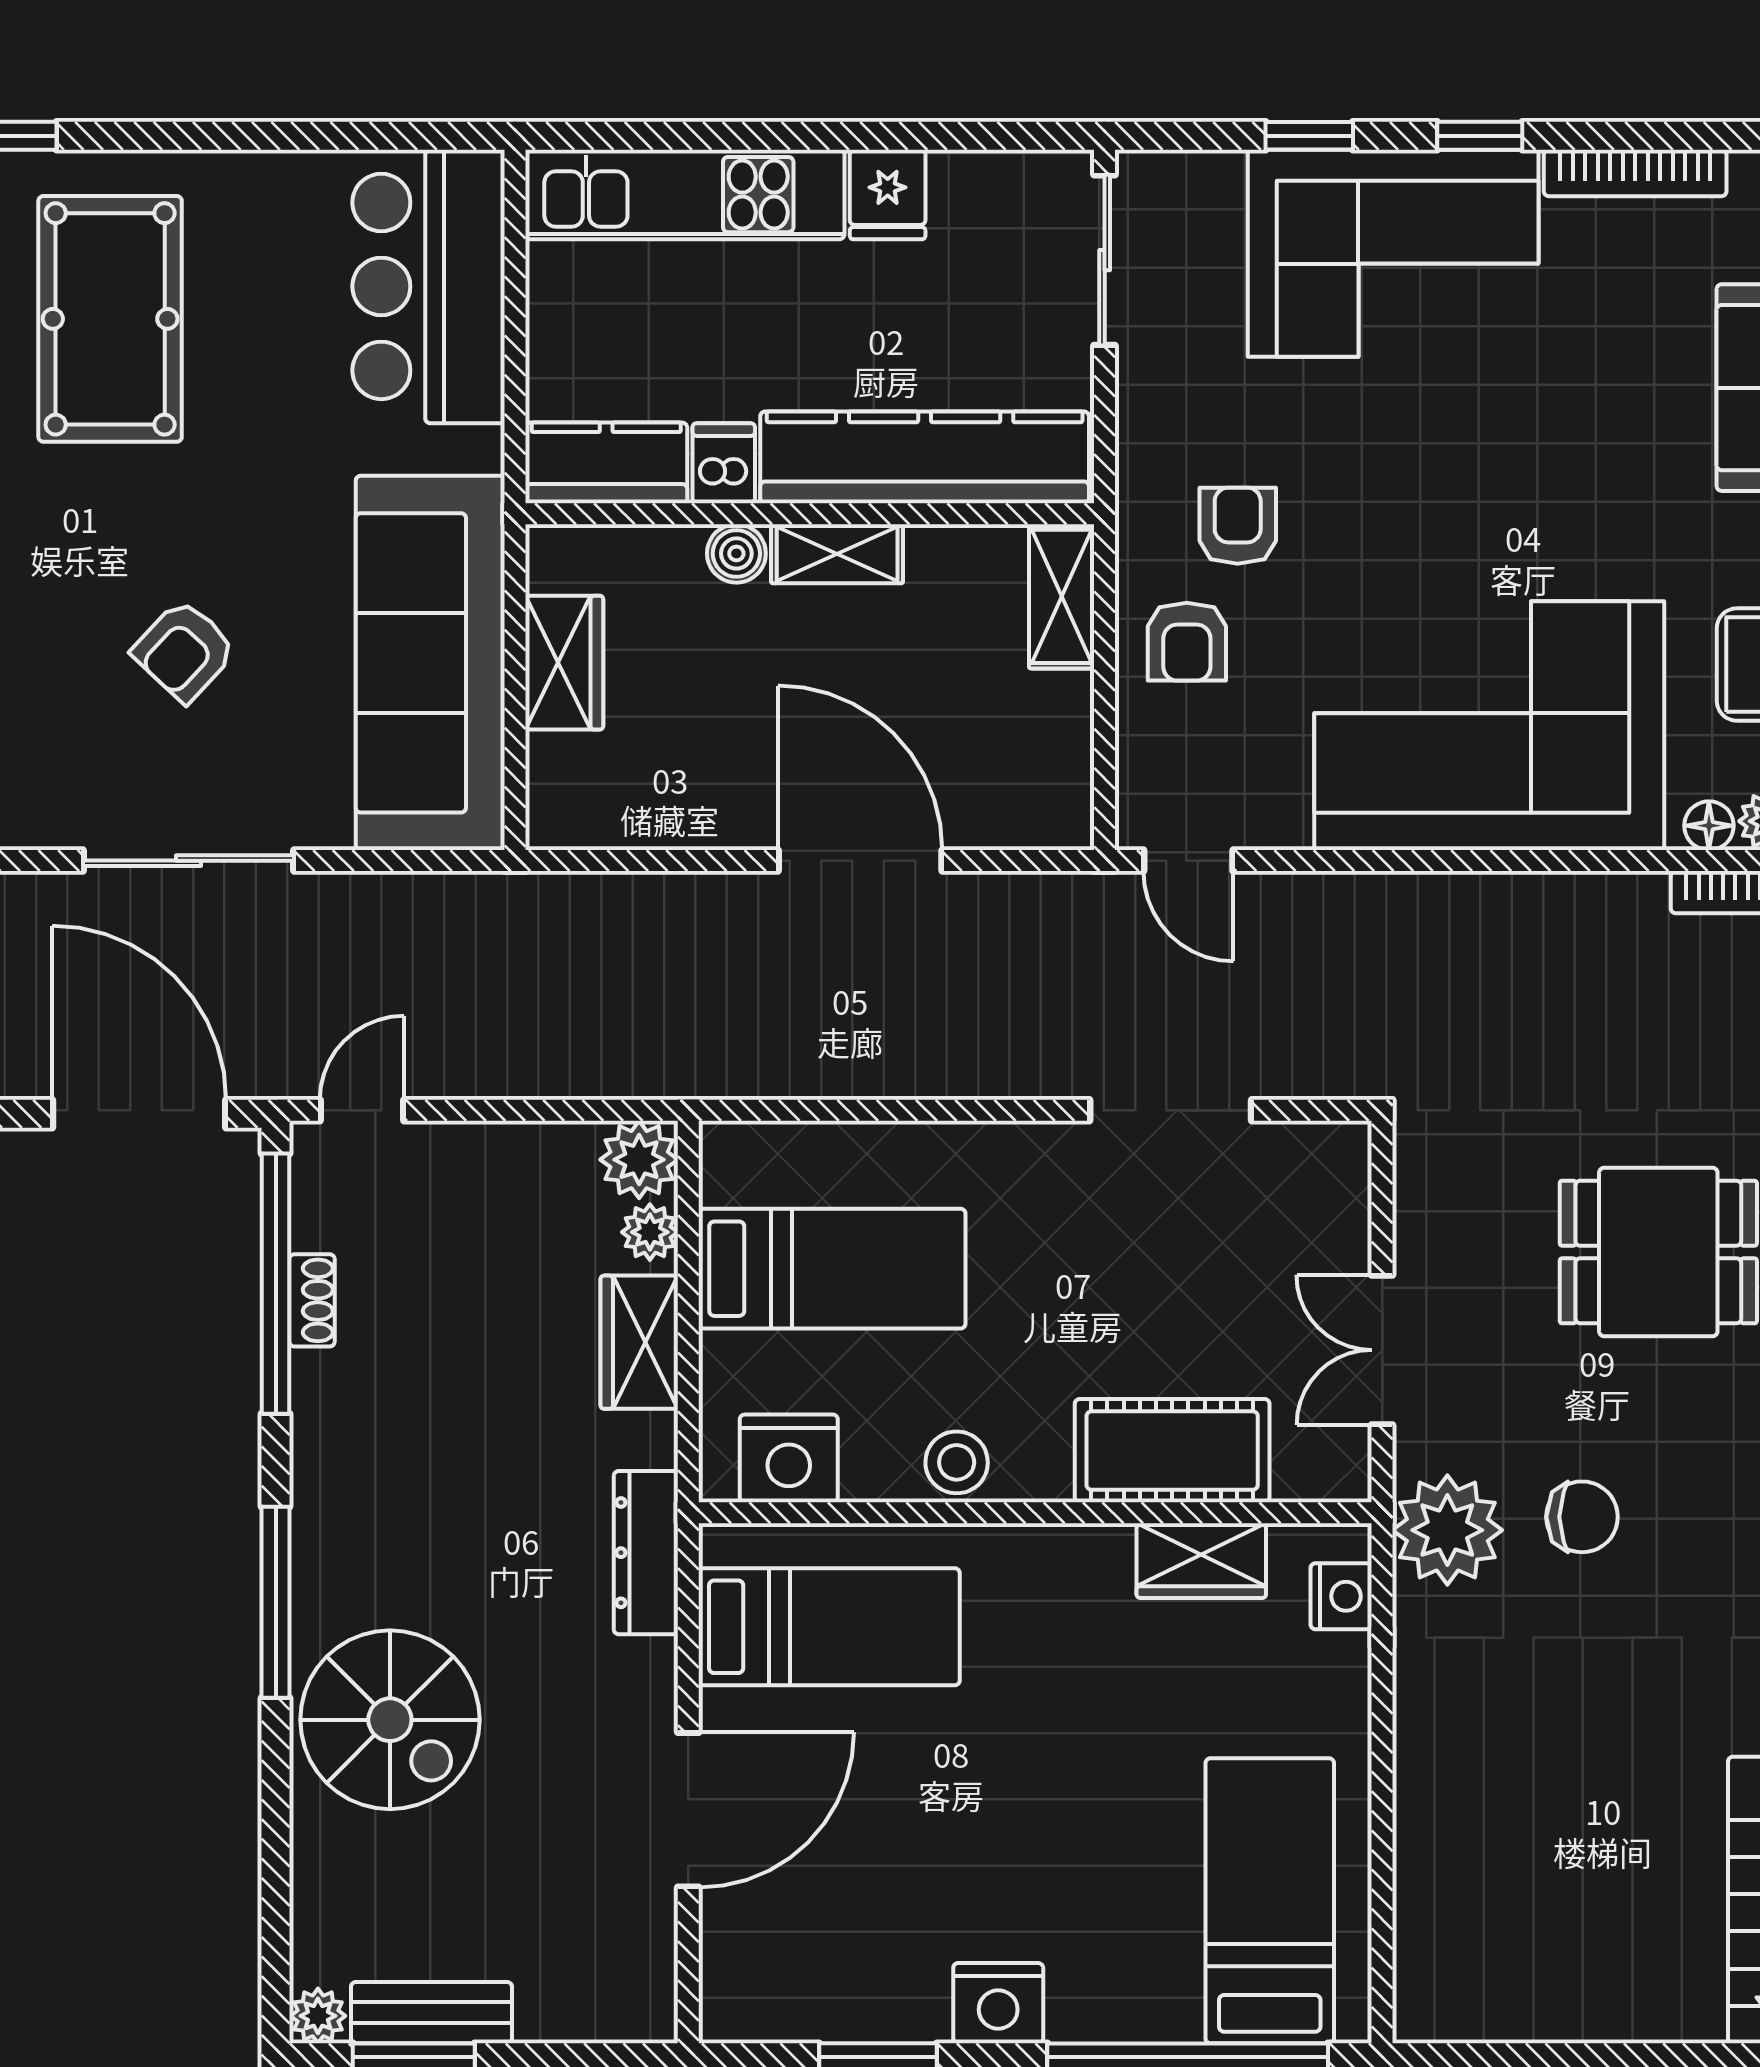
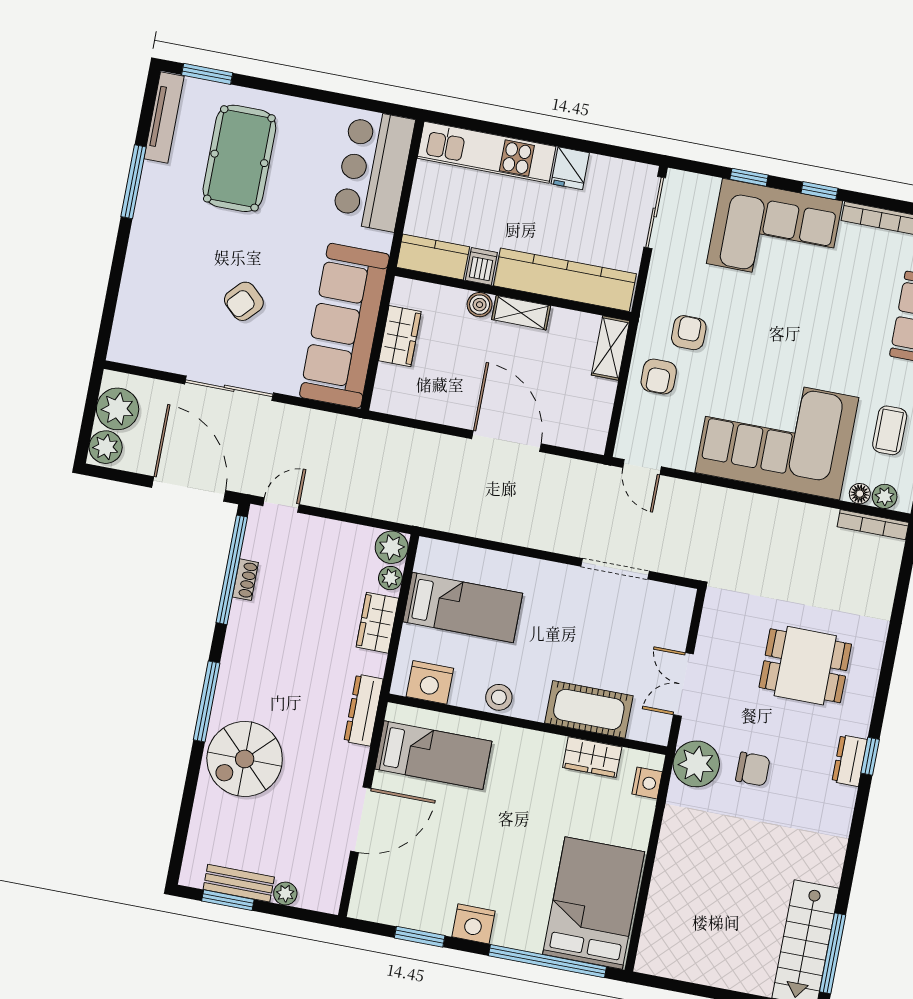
spiral stairs: (390, 1720) -> (245, 759), turned 90
bed: (1270, 1901) -> (594, 903), width x1.50
plant: (318, 2016) -> (285, 893), moved

